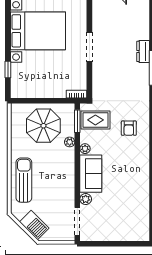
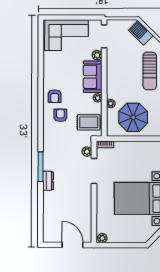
doorway: (89, 47) -> (94, 171), moved
plant: (98, 86) -> (87, 152), added
window: (77, 121) -> (104, 121), removed
armchair: (136, 151) -> (55, 96), added
corner sofa: (122, 223) -> (66, 35), added

